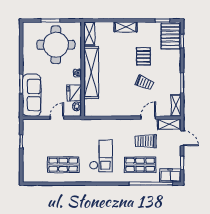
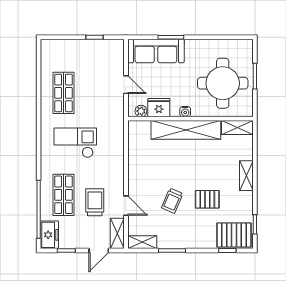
checkout: (101, 156) -> (75, 143), turned 180

